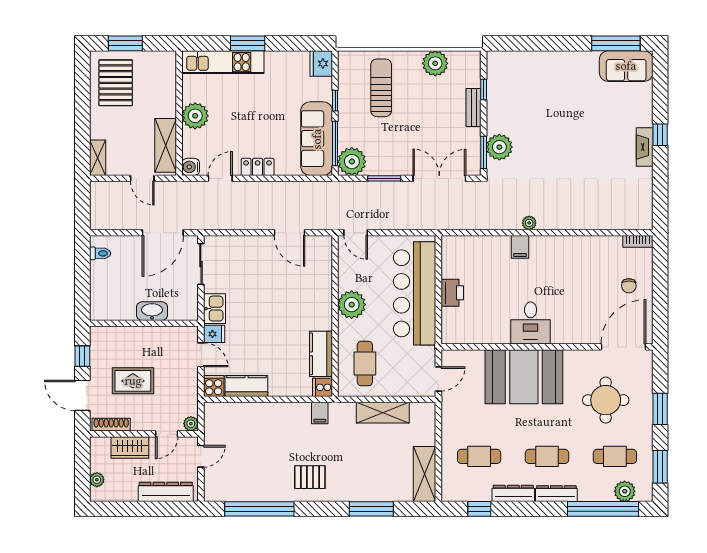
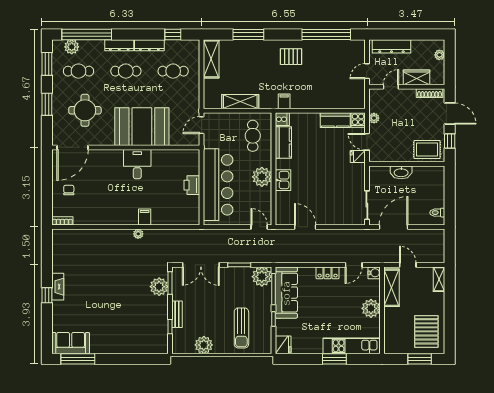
kitchen sink: (215, 309) -> (283, 180), moved, turned 180
rug: (133, 381) -> (427, 150), moved
plant: (191, 424) -> (374, 118), moved

